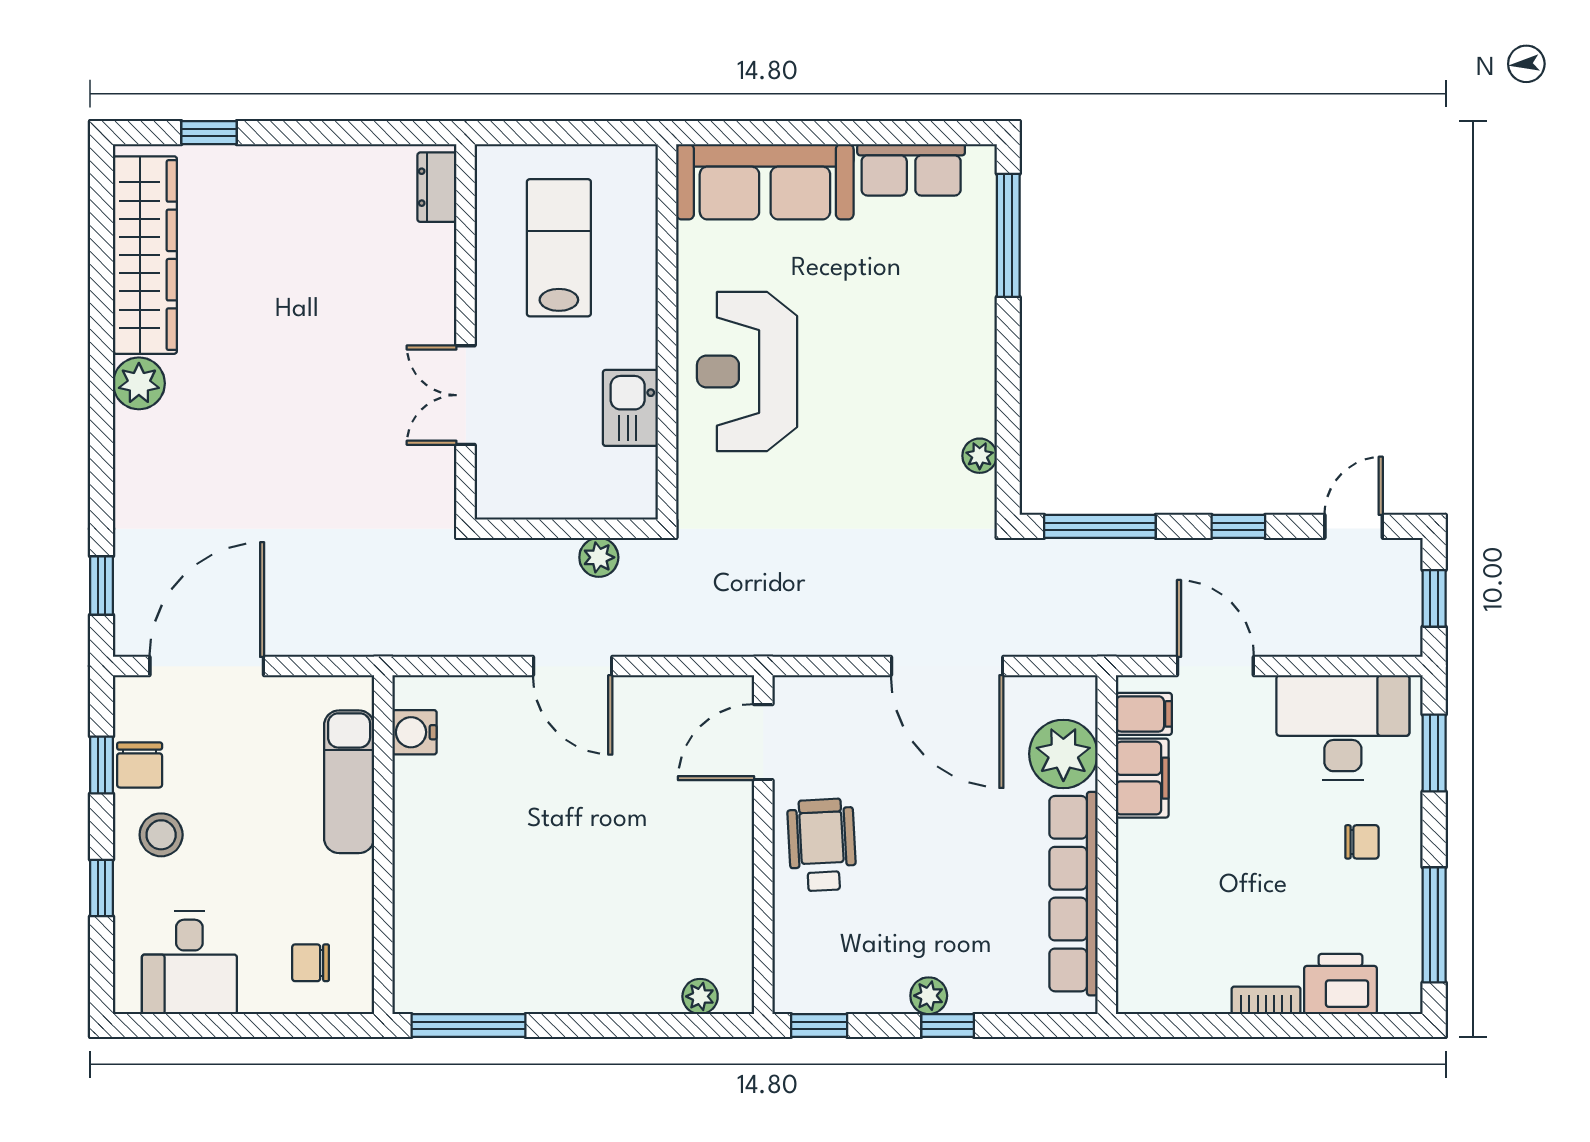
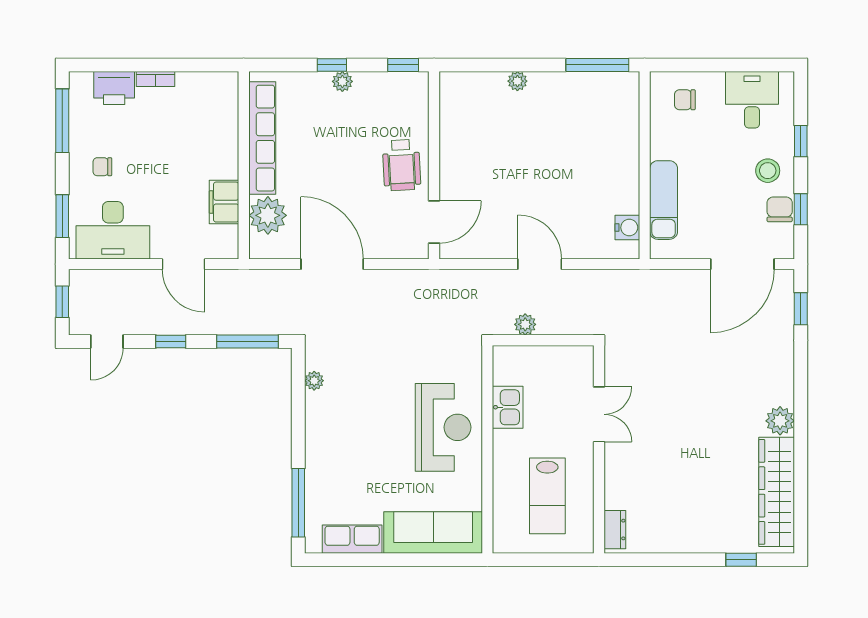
filing cabinet: (1144, 714) -> (223, 238), removed
chair: (311, 963) -> (685, 100), turned 180
plant: (700, 996) -> (517, 81), moved

